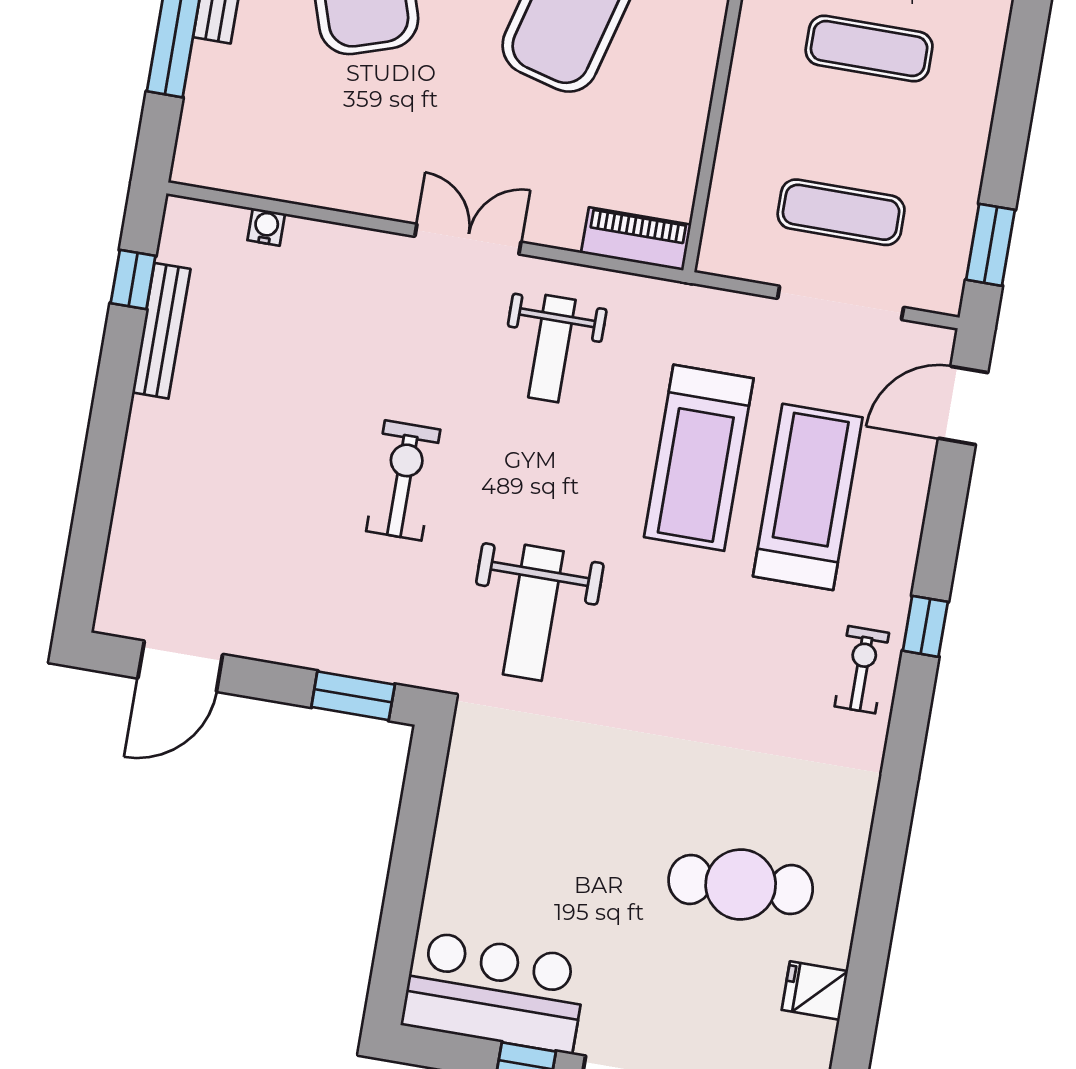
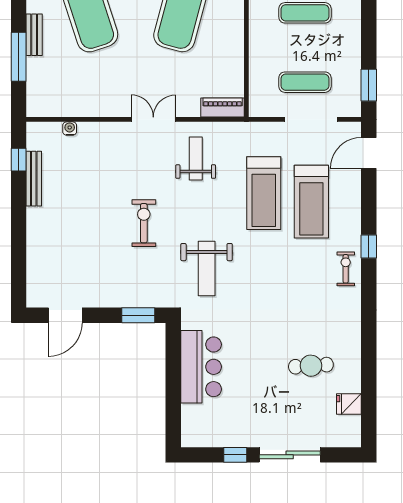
weight bench: (552, 349) -> (196, 159), turned 180
treadmill: (808, 497) -> (311, 202), turned 180
cafe table: (741, 885) -> (311, 366), width x0.73, depth x0.74
bar counter: (494, 992) -> (201, 367), moved, turned 90

